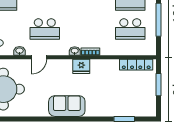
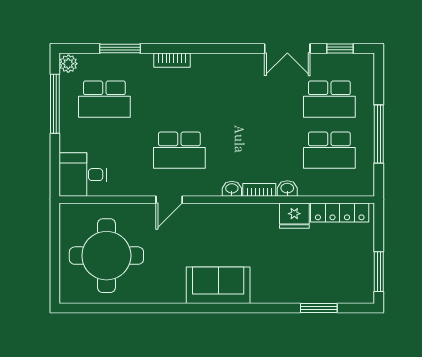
washbasin: (20, 51) -> (287, 189), moved
fridge: (81, 66) -> (294, 216), moved
window: (158, 85) -> (379, 272), moved

